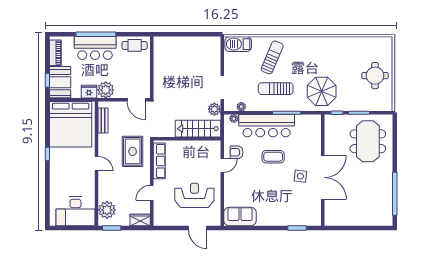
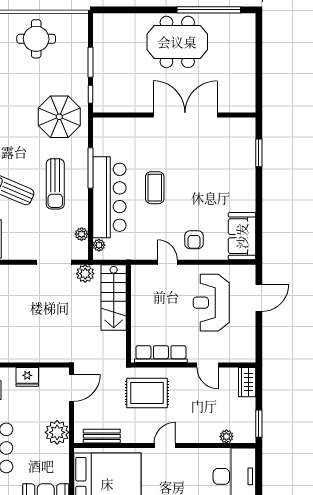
fridge: (89, 92) -> (27, 377), moved, turned -90
meeting table: (368, 141) -> (177, 42), moved
armchair: (237, 152) -> (194, 240), moved
side table: (300, 176) -> (183, 148), removed
plant: (107, 210) -> (226, 436), width x0.53, depth x0.53

